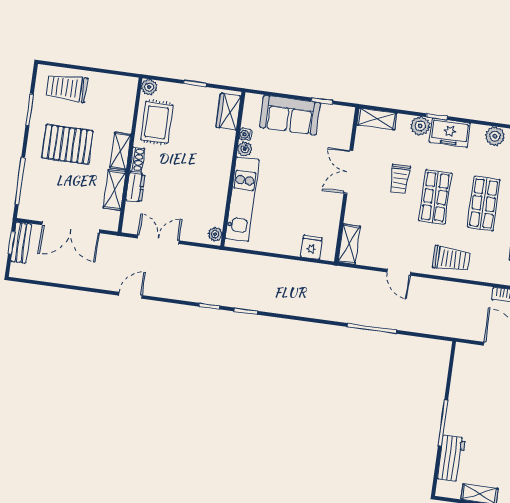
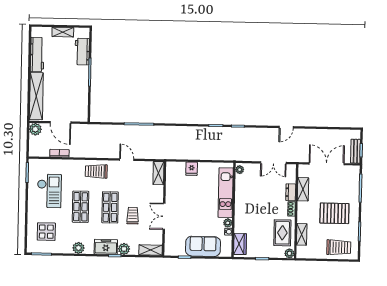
shelving: (120, 151) -> (302, 234), moved
double door: (348, 172) -> (164, 216), swing flipped
fridge: (311, 247) -> (192, 169), moved

